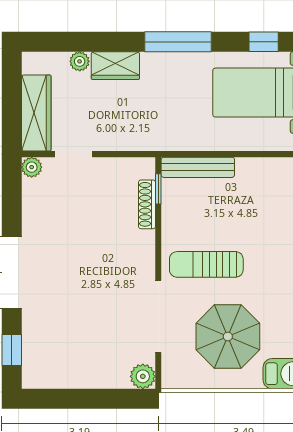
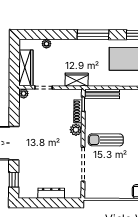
wardrobe: (115, 66) -> (77, 80), moved, turned 180
parasol: (228, 337) -> (116, 174), removed
plant: (143, 376) -> (76, 130), moved
dresser: (91, 378) -> (51, 193), added

